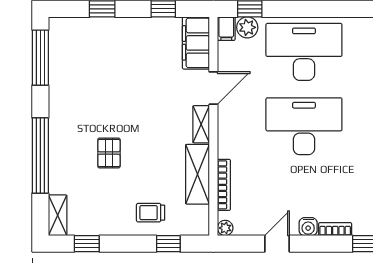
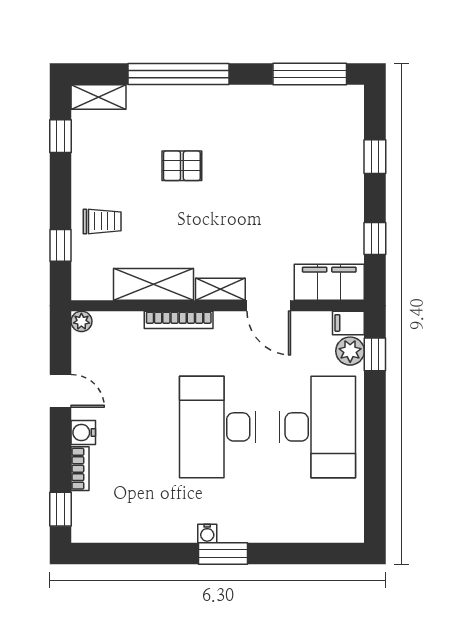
desk: (304, 126) -> (218, 427), turned 180
bookcase: (224, 185) -> (179, 320), moved
trolley: (151, 213) -> (102, 221), turned 90

